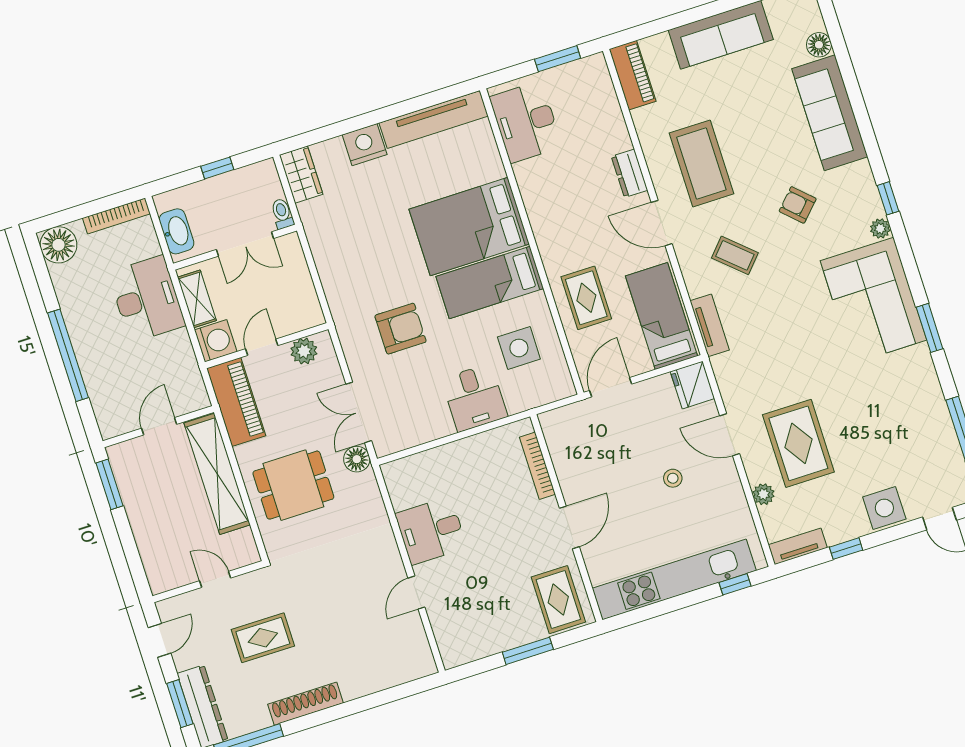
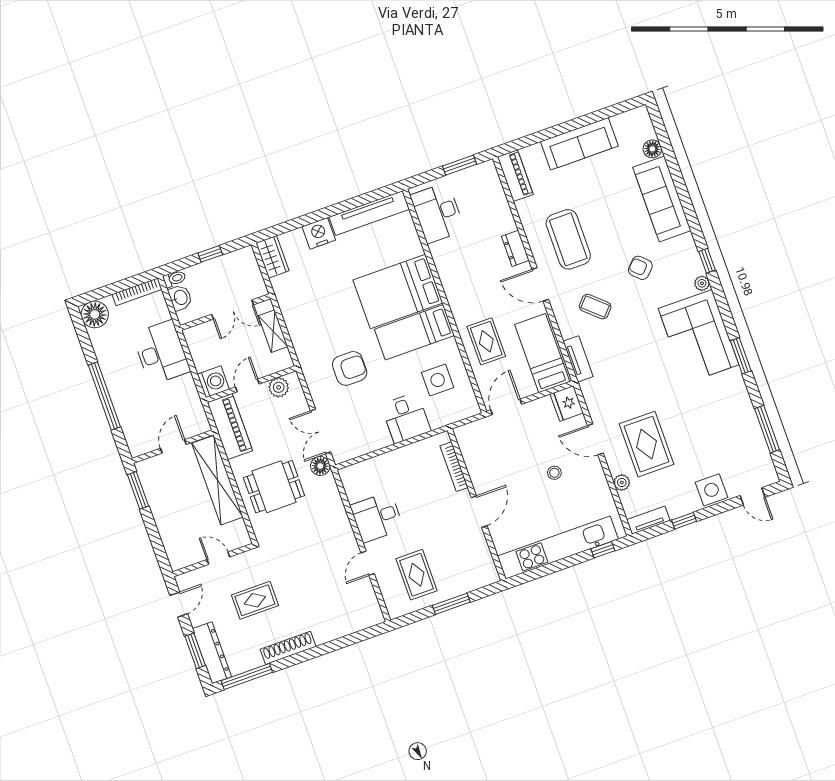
toilet: (282, 214) -> (174, 279), moved, turned 90
washbasin: (177, 231) -> (180, 298), width x0.72
shelving: (197, 299) -> (273, 331), moved
rug: (558, 600) -> (416, 575), moved

